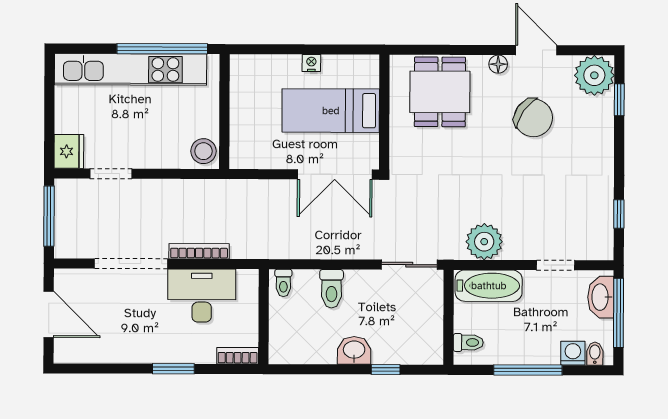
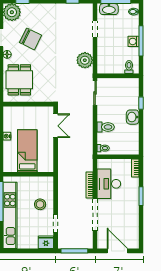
dining table: (440, 92) -> (19, 80), turned 90
bed: (331, 111) -> (27, 151), moved, turned 180
chair: (533, 118) -> (31, 39), turned 81
stool: (203, 151) -> (40, 204), moved
double door: (335, 174) -> (56, 126), width x0.73
bathtub: (489, 286) -> (104, 58), removed
door: (49, 314) -> (117, 251), hinge flipped
washing machine: (573, 353) -> (134, 41), moved

